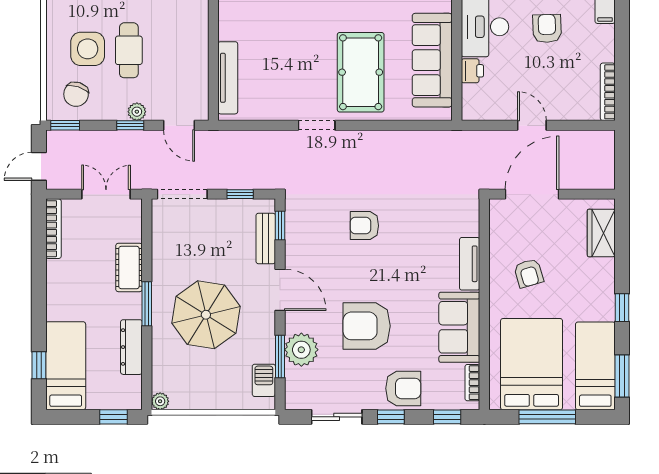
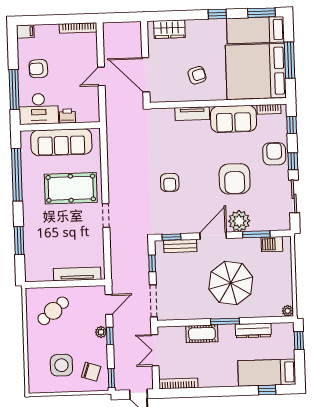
cafe table: (129, 50) -> (53, 311), moved, turned -39
plant: (301, 350) -> (239, 221), moved
bed: (532, 364) -> (256, 71), width x1.36

